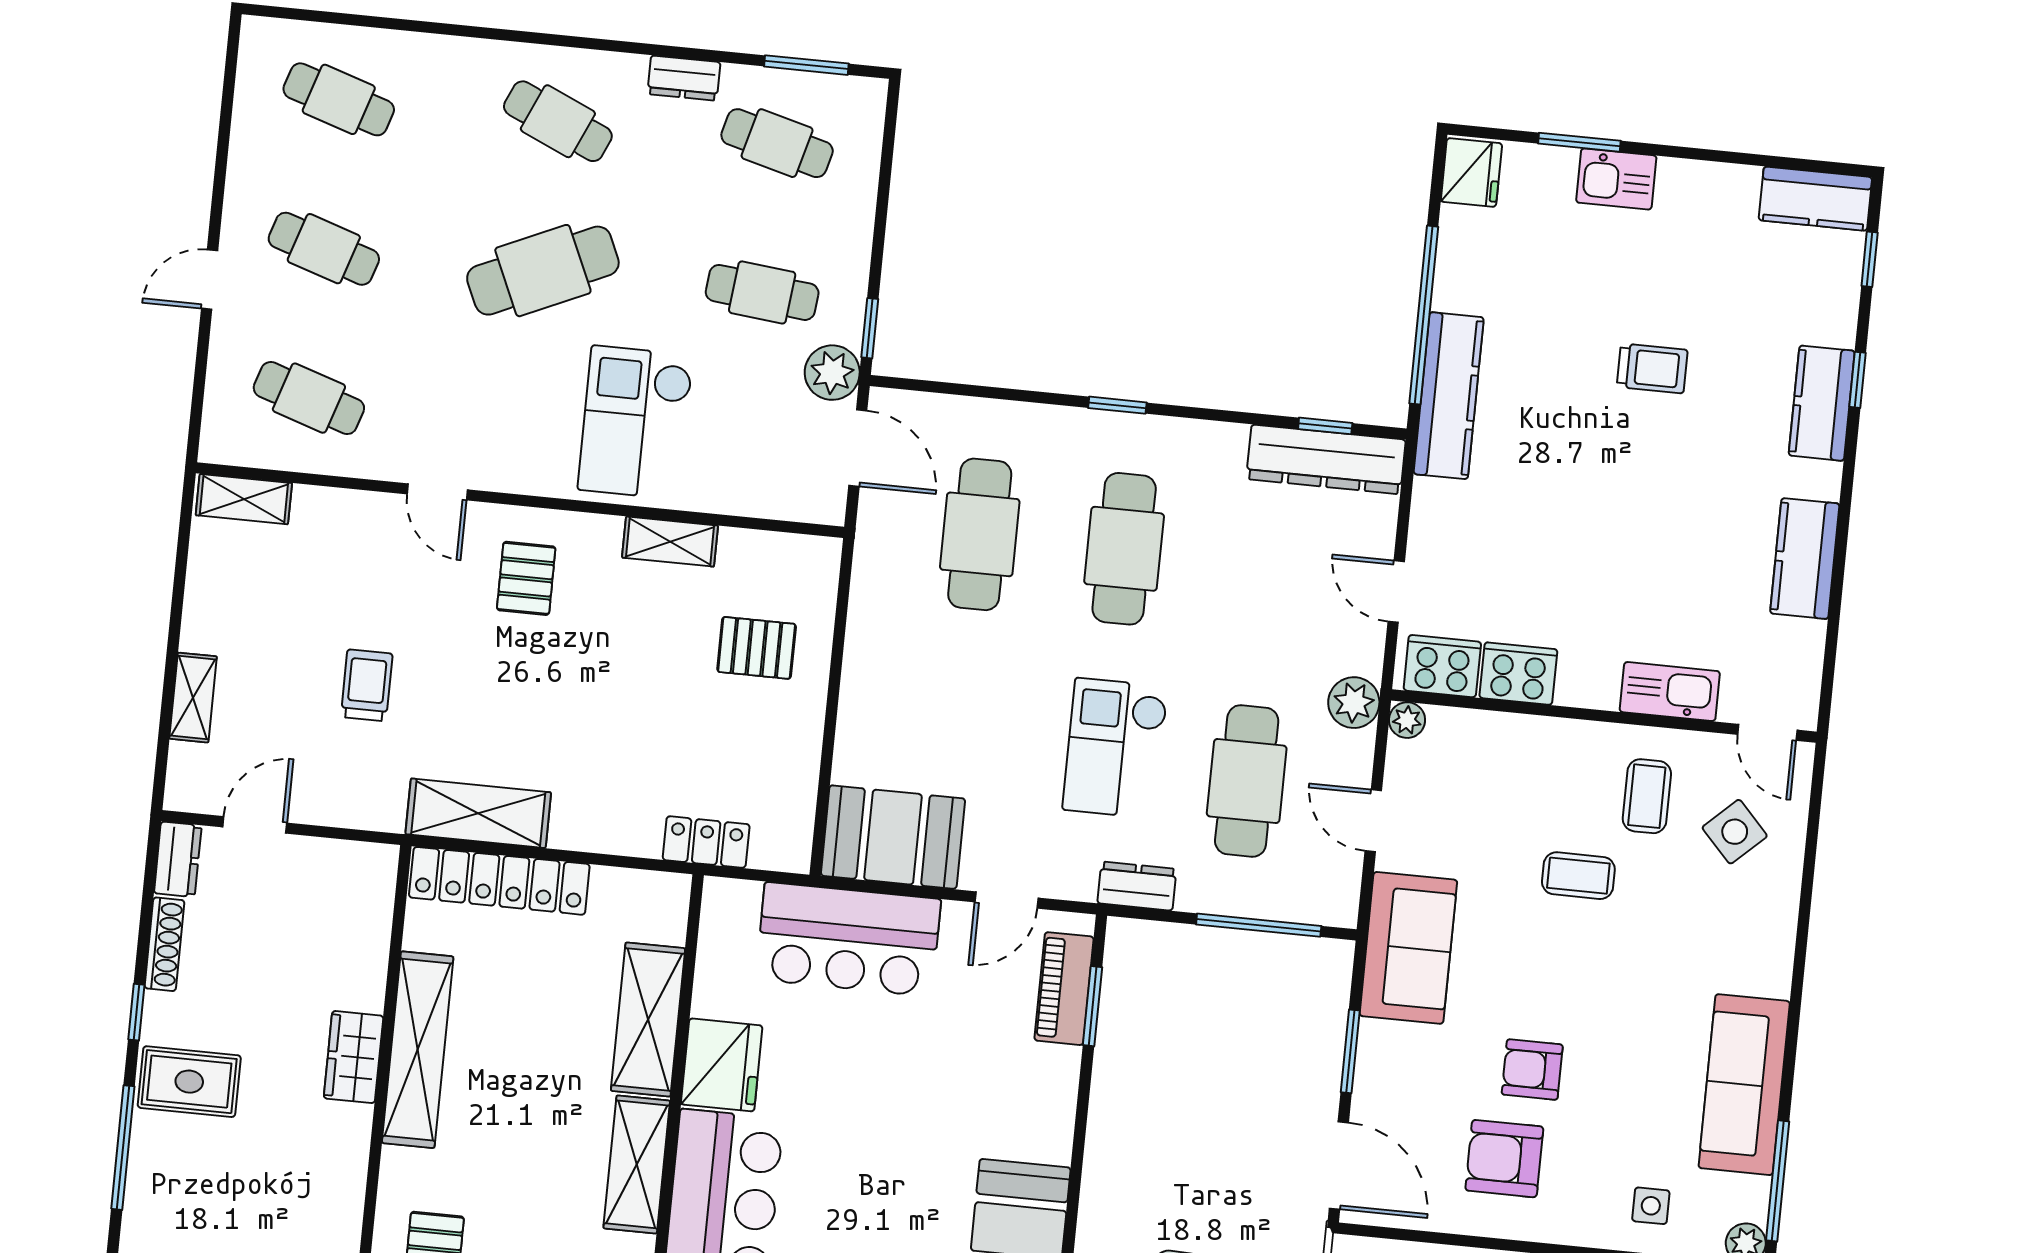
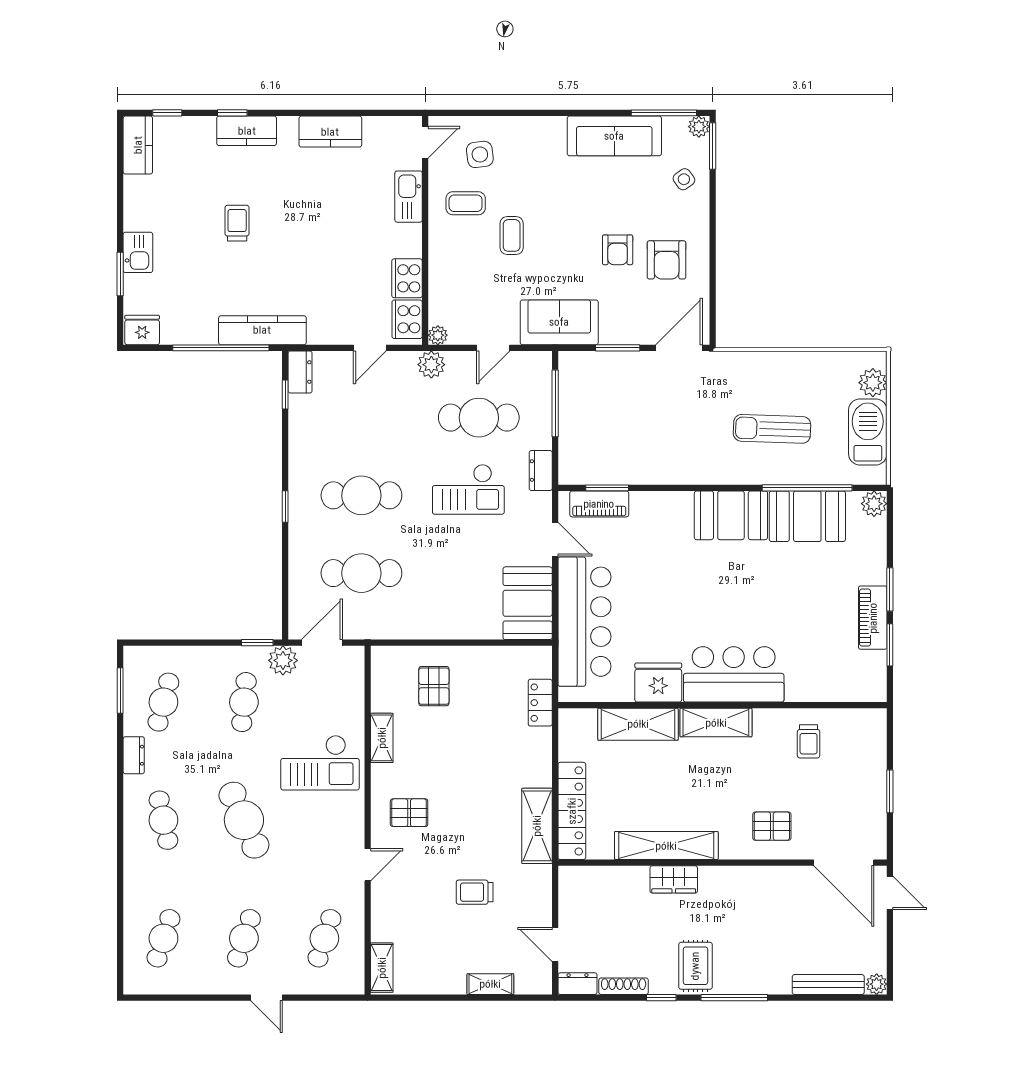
cafe table: (558, 121) -> (163, 820), turned -36
dresser: (1326, 459) -> (300, 372), width x0.51, depth x0.80
side table: (1735, 832) -> (480, 154), turned 36
bar counter: (848, 939) -> (584, 622), width x1.36
side table: (1651, 1206) -> (684, 179), turned -36

